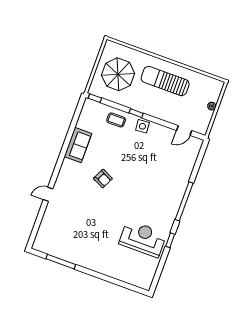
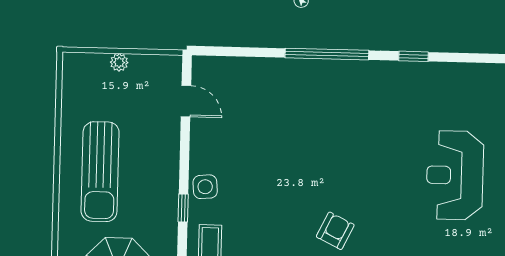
reception desk: (143, 239) -> (455, 175), moved

